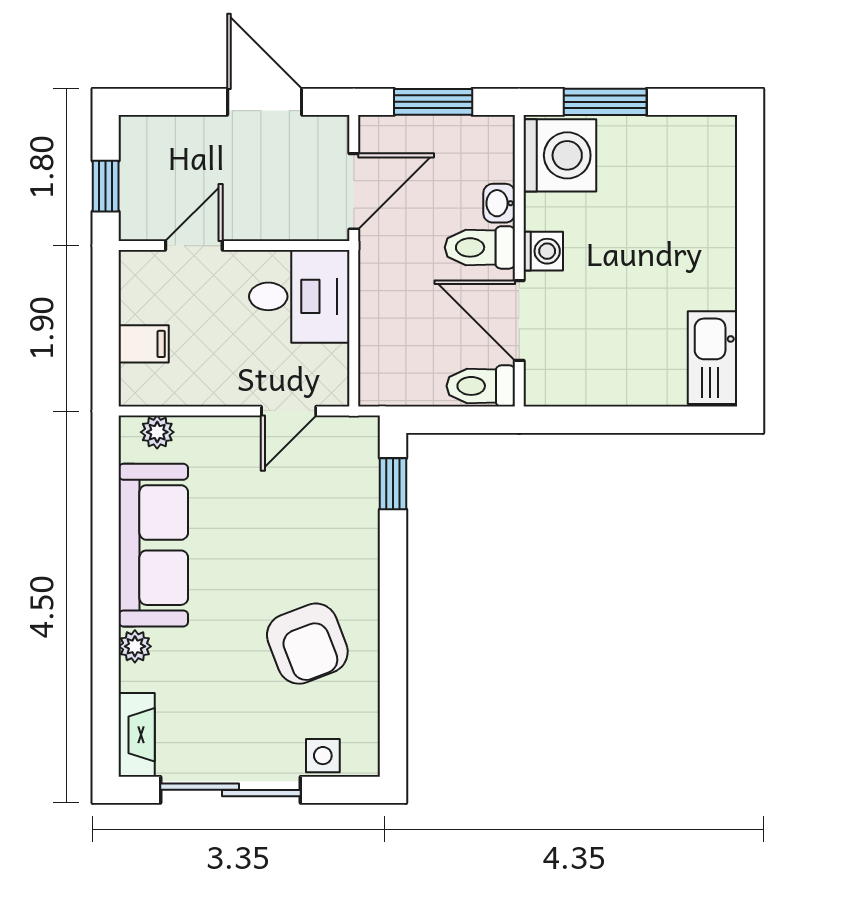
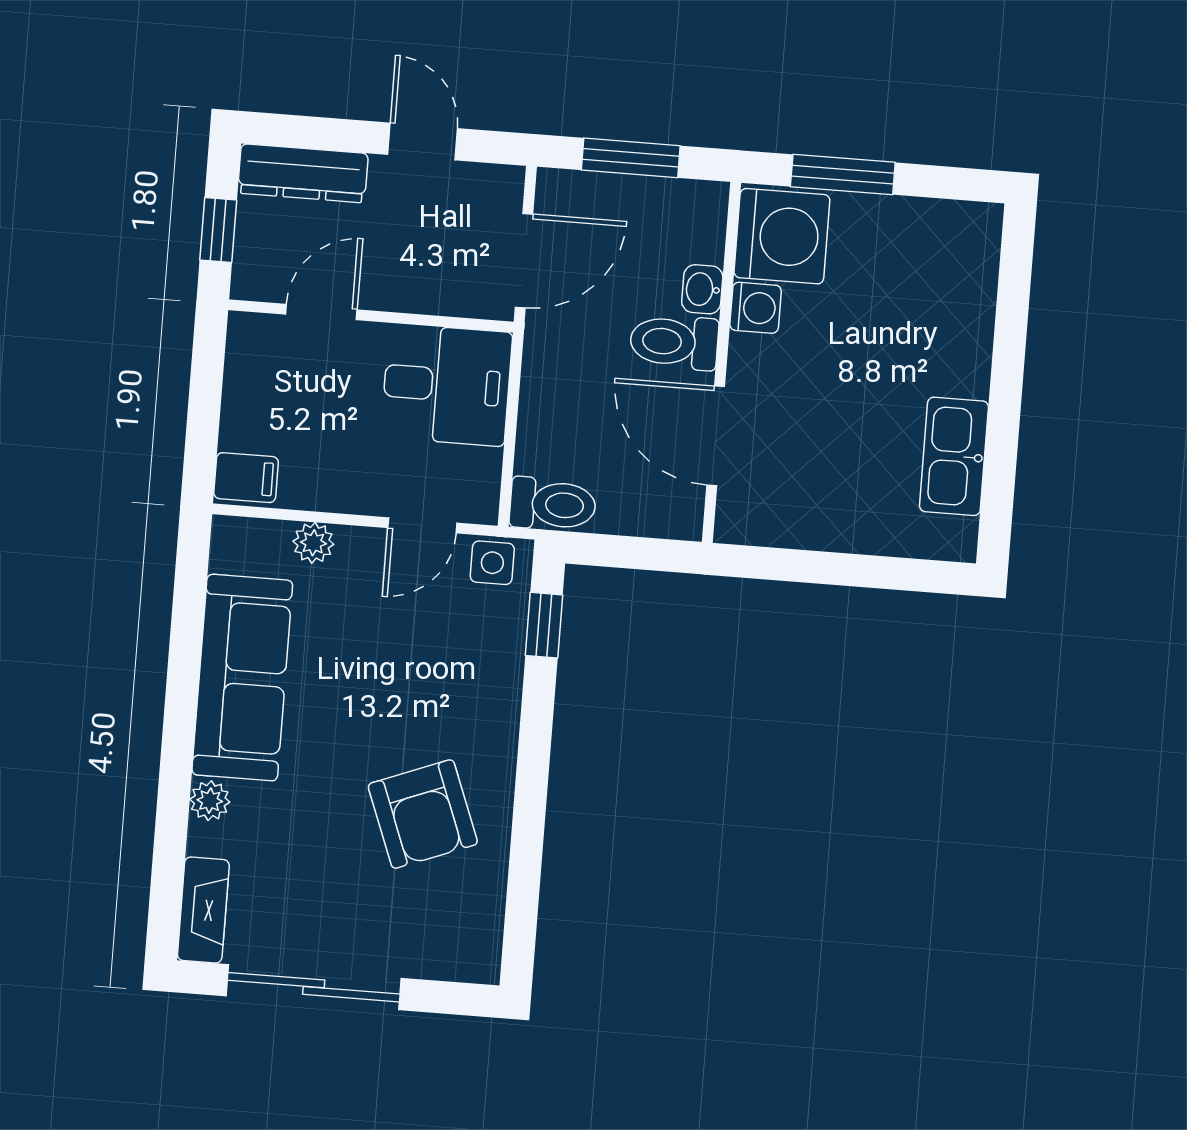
door: (265, 102) -> (423, 141), width x0.73
dresser: (170, 135) -> (303, 173), added
washing machine: (543, 251) -> (756, 308), moved
filing cabinet: (144, 344) -> (246, 478), moved
kitchen sink: (713, 358) -> (954, 456), moved
toilet: (481, 386) -> (553, 504), moved, turned 180
plant: (157, 432) -> (313, 543), moved
side table: (323, 756) -> (492, 563), moved

